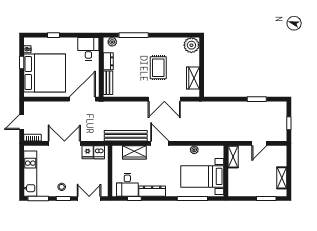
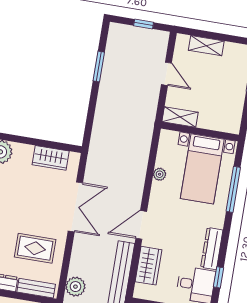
rug: (158, 68) -> (35, 248), moved
plant: (113, 108) -> (75, 287), added
shelving: (282, 178) -> (206, 46), moved

